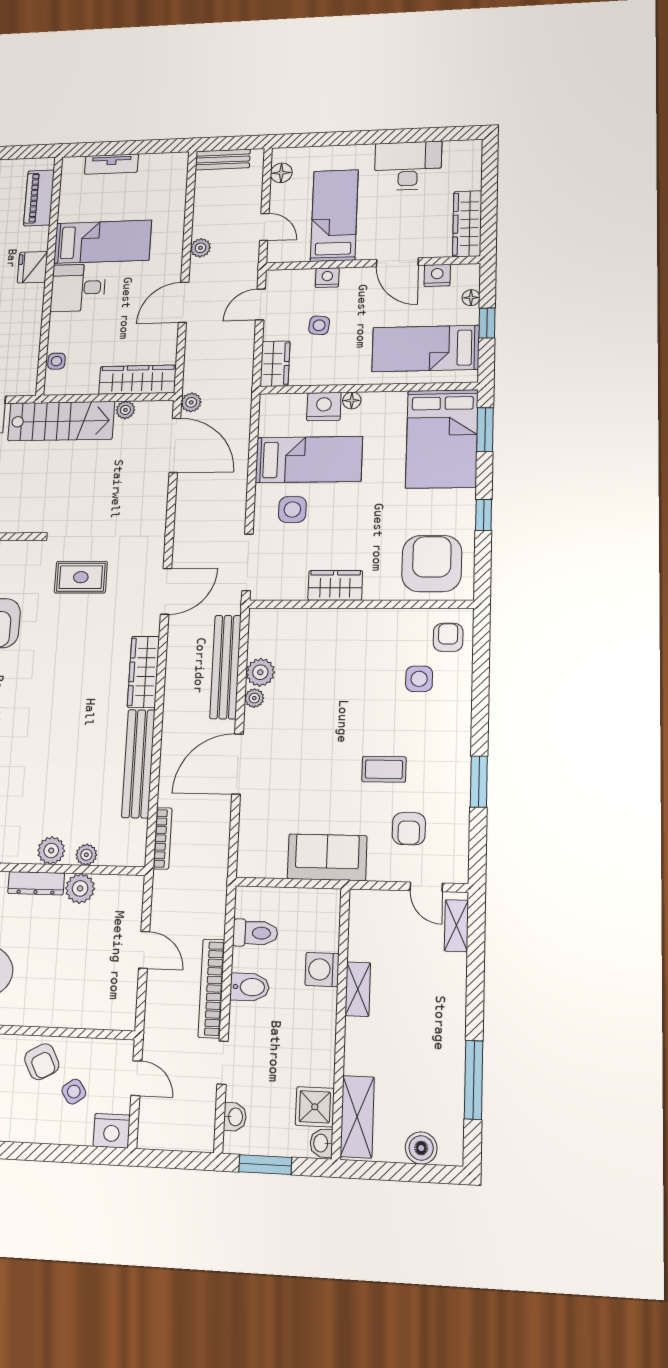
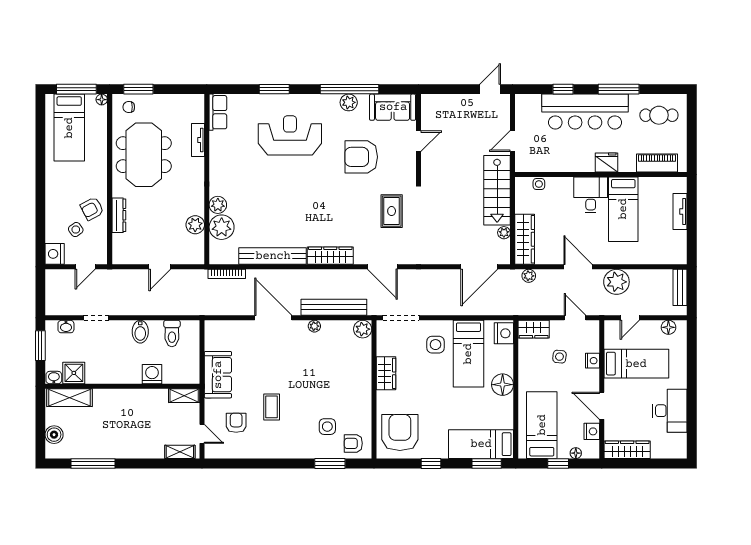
plant: (200, 248) -> (616, 282), width x1.87, depth x1.87
door: (397, 262) -> (602, 406), hinge flipped
floor lamp: (352, 400) -> (503, 385), width x1.89, depth x1.89
plant: (191, 402) -> (529, 276), moved
nightstand: (324, 407) -> (504, 333), moved
bed: (442, 439) -> (481, 444), width x0.67
armchair: (432, 564) -> (400, 432), turned -90
armchair: (448, 637) -> (353, 443), turned 180
plant: (260, 672) -> (363, 329), moved
window: (479, 781) -> (330, 463), moved
armchair: (409, 829) -> (236, 423), turned 90
plant: (86, 855) -> (222, 227), width x1.88, depth x1.88
dresser: (36, 883) -> (119, 215), moved, turned 180
door: (426, 887) -> (202, 434), swing flipped
bookcase: (211, 988) -> (139, 309), removed
shelving: (358, 989) -> (184, 396), moved

